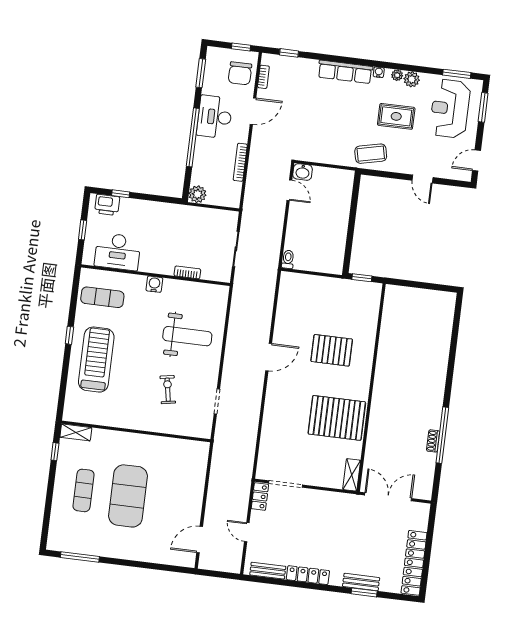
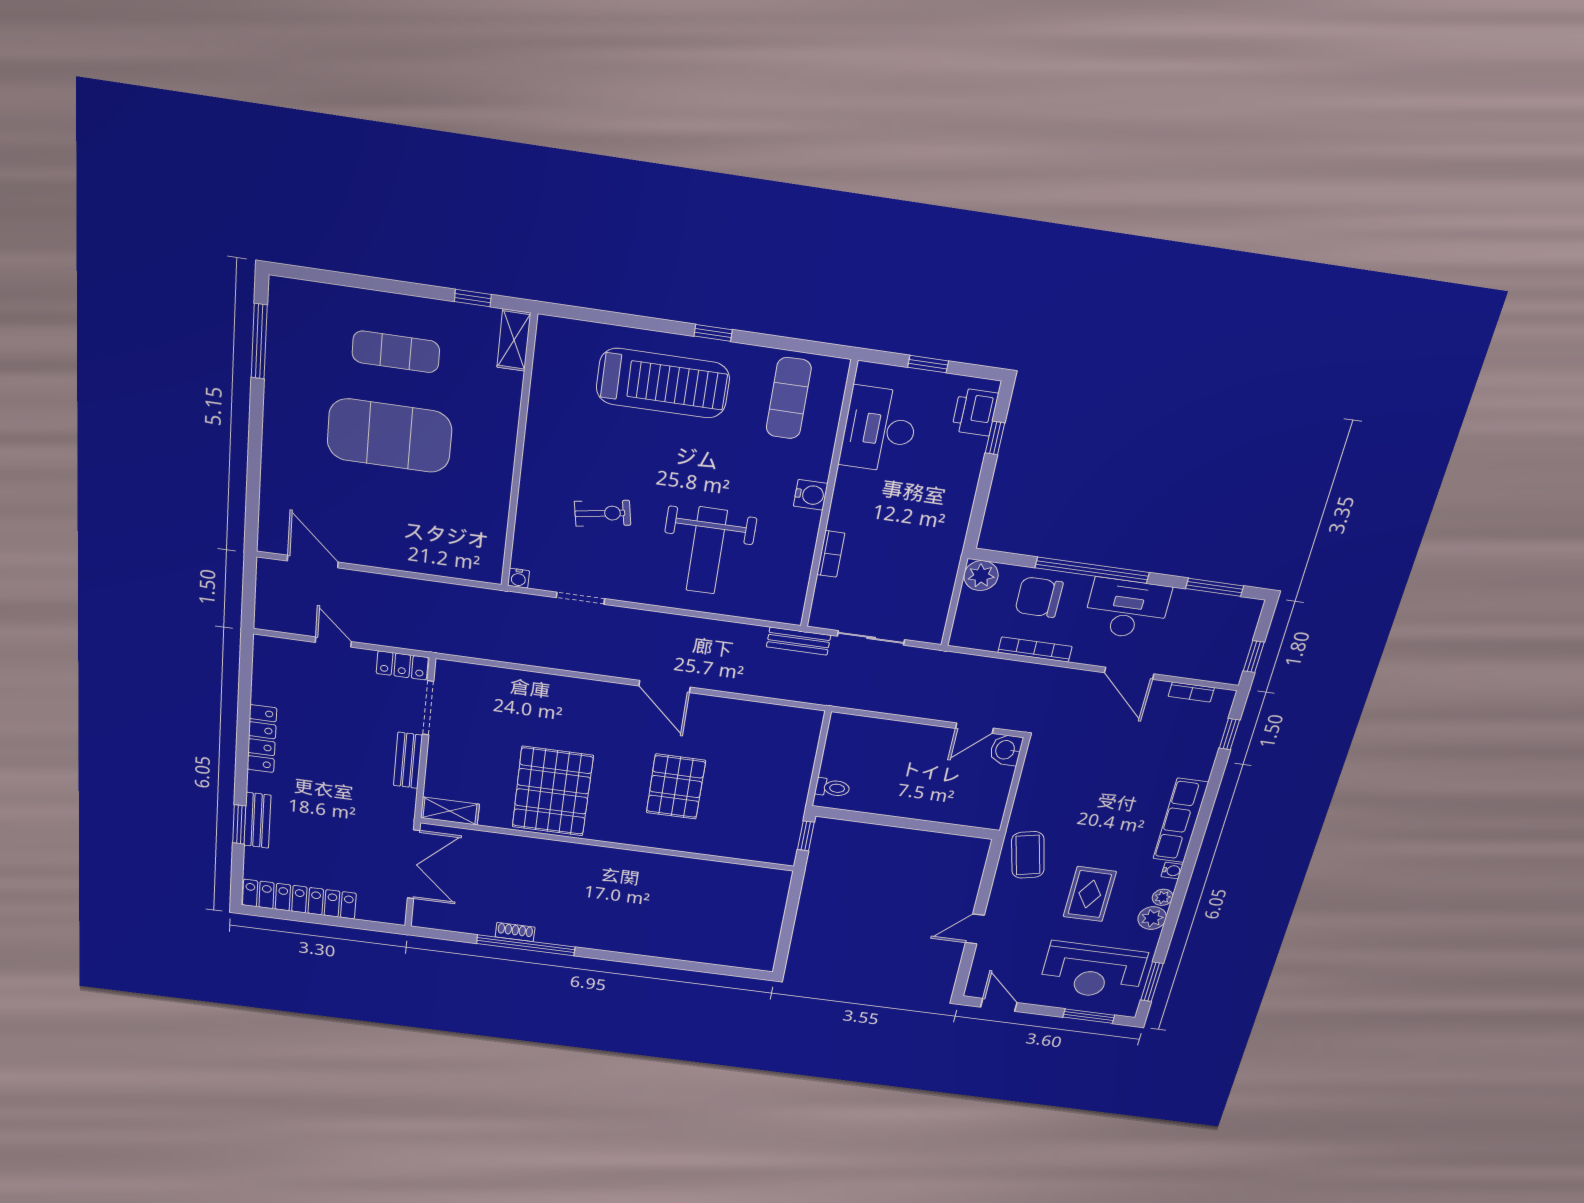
chair: (240, 73) -> (1039, 597), moved
reception desk: (450, 109) -> (1093, 971), turned 180
toilet: (288, 259) -> (832, 788), moved
bench: (239, 287) -> (799, 641), added
water cooler: (206, 433) -> (518, 578), added
door: (247, 532) -> (333, 642), hinge flipped
bench: (268, 571) -> (408, 760), moved

